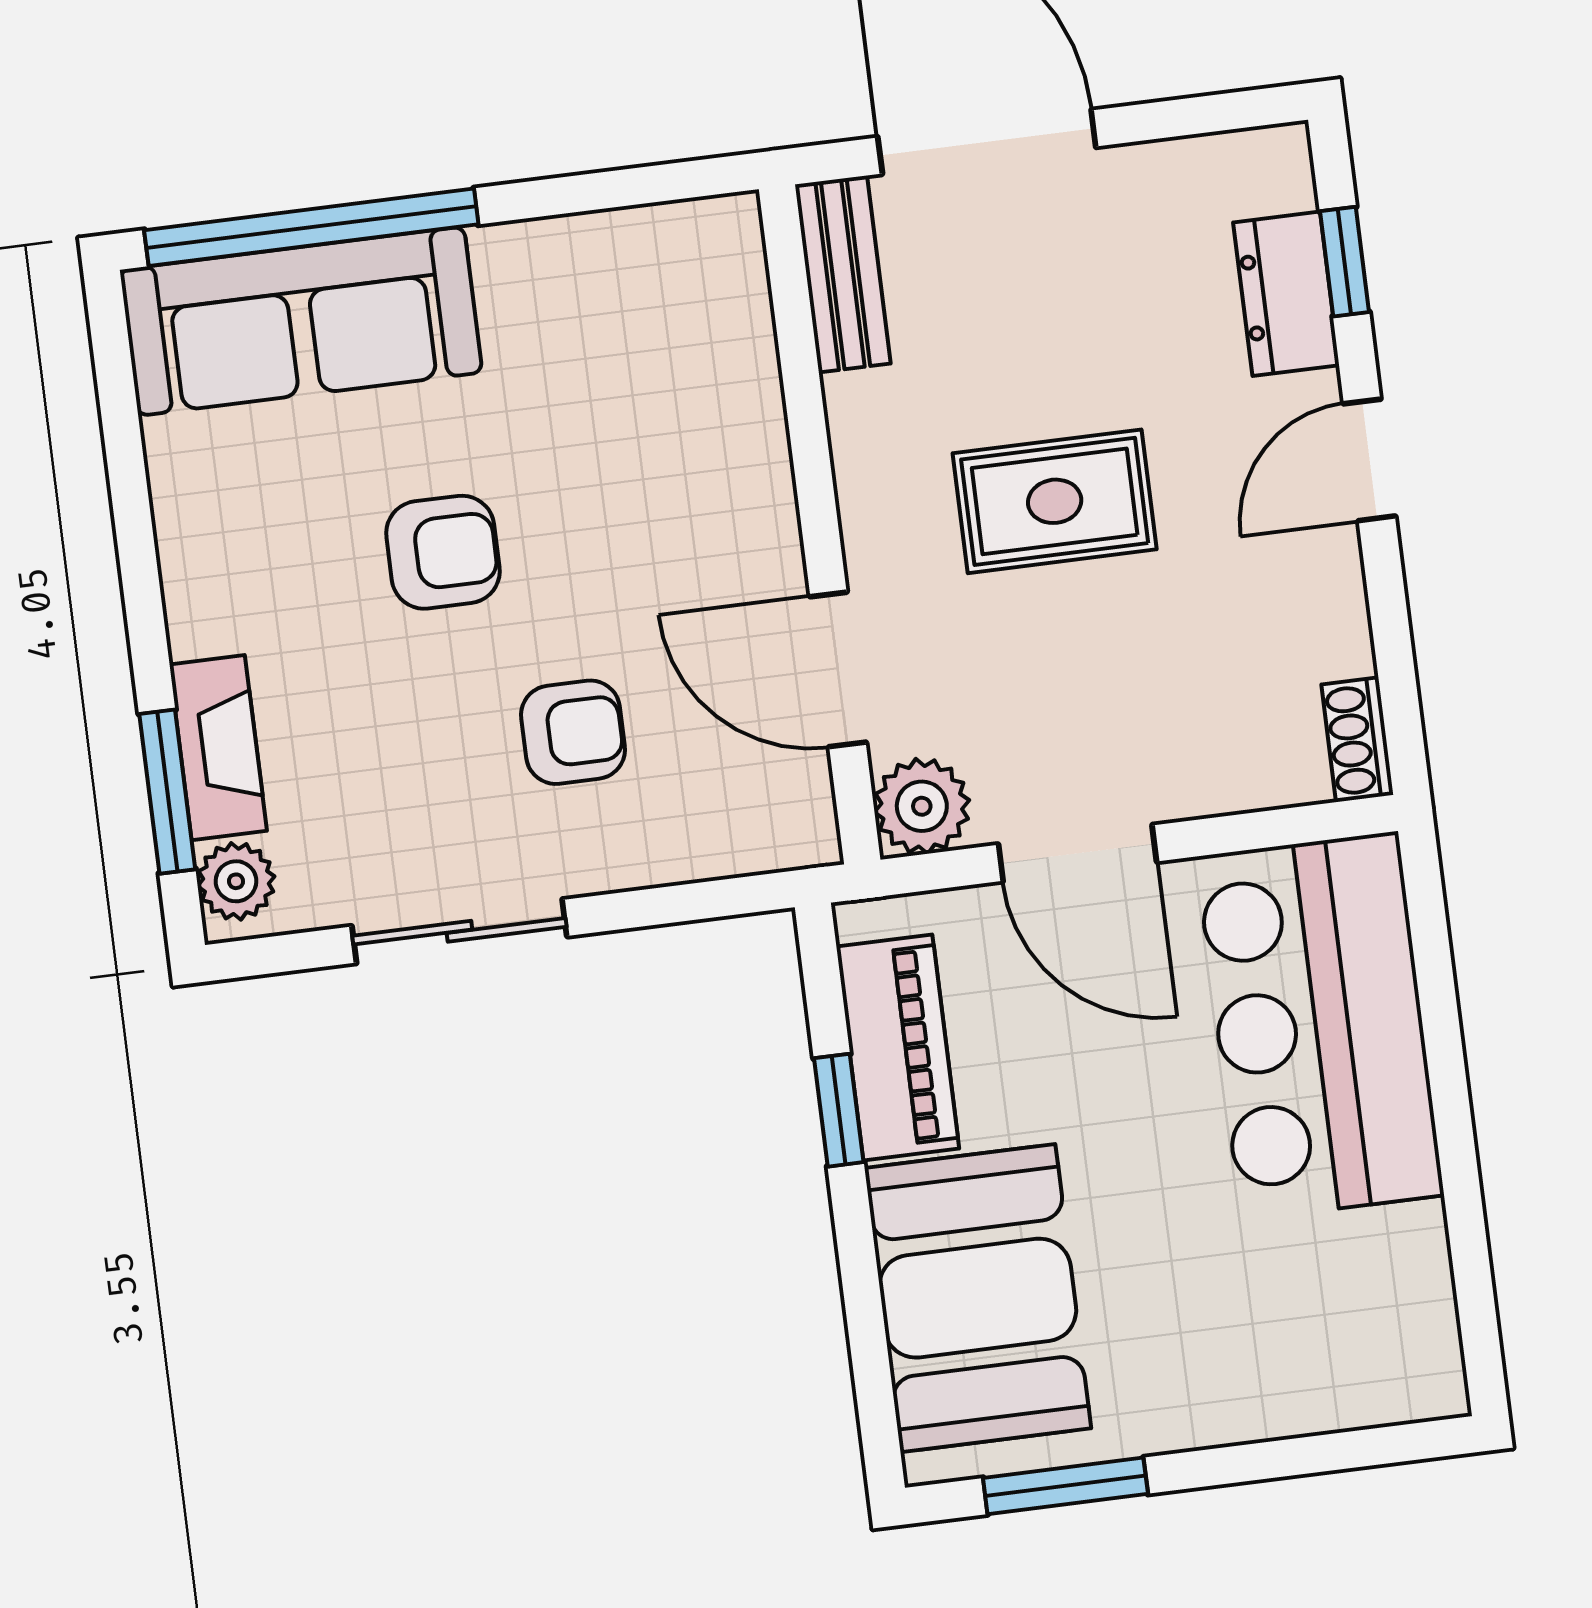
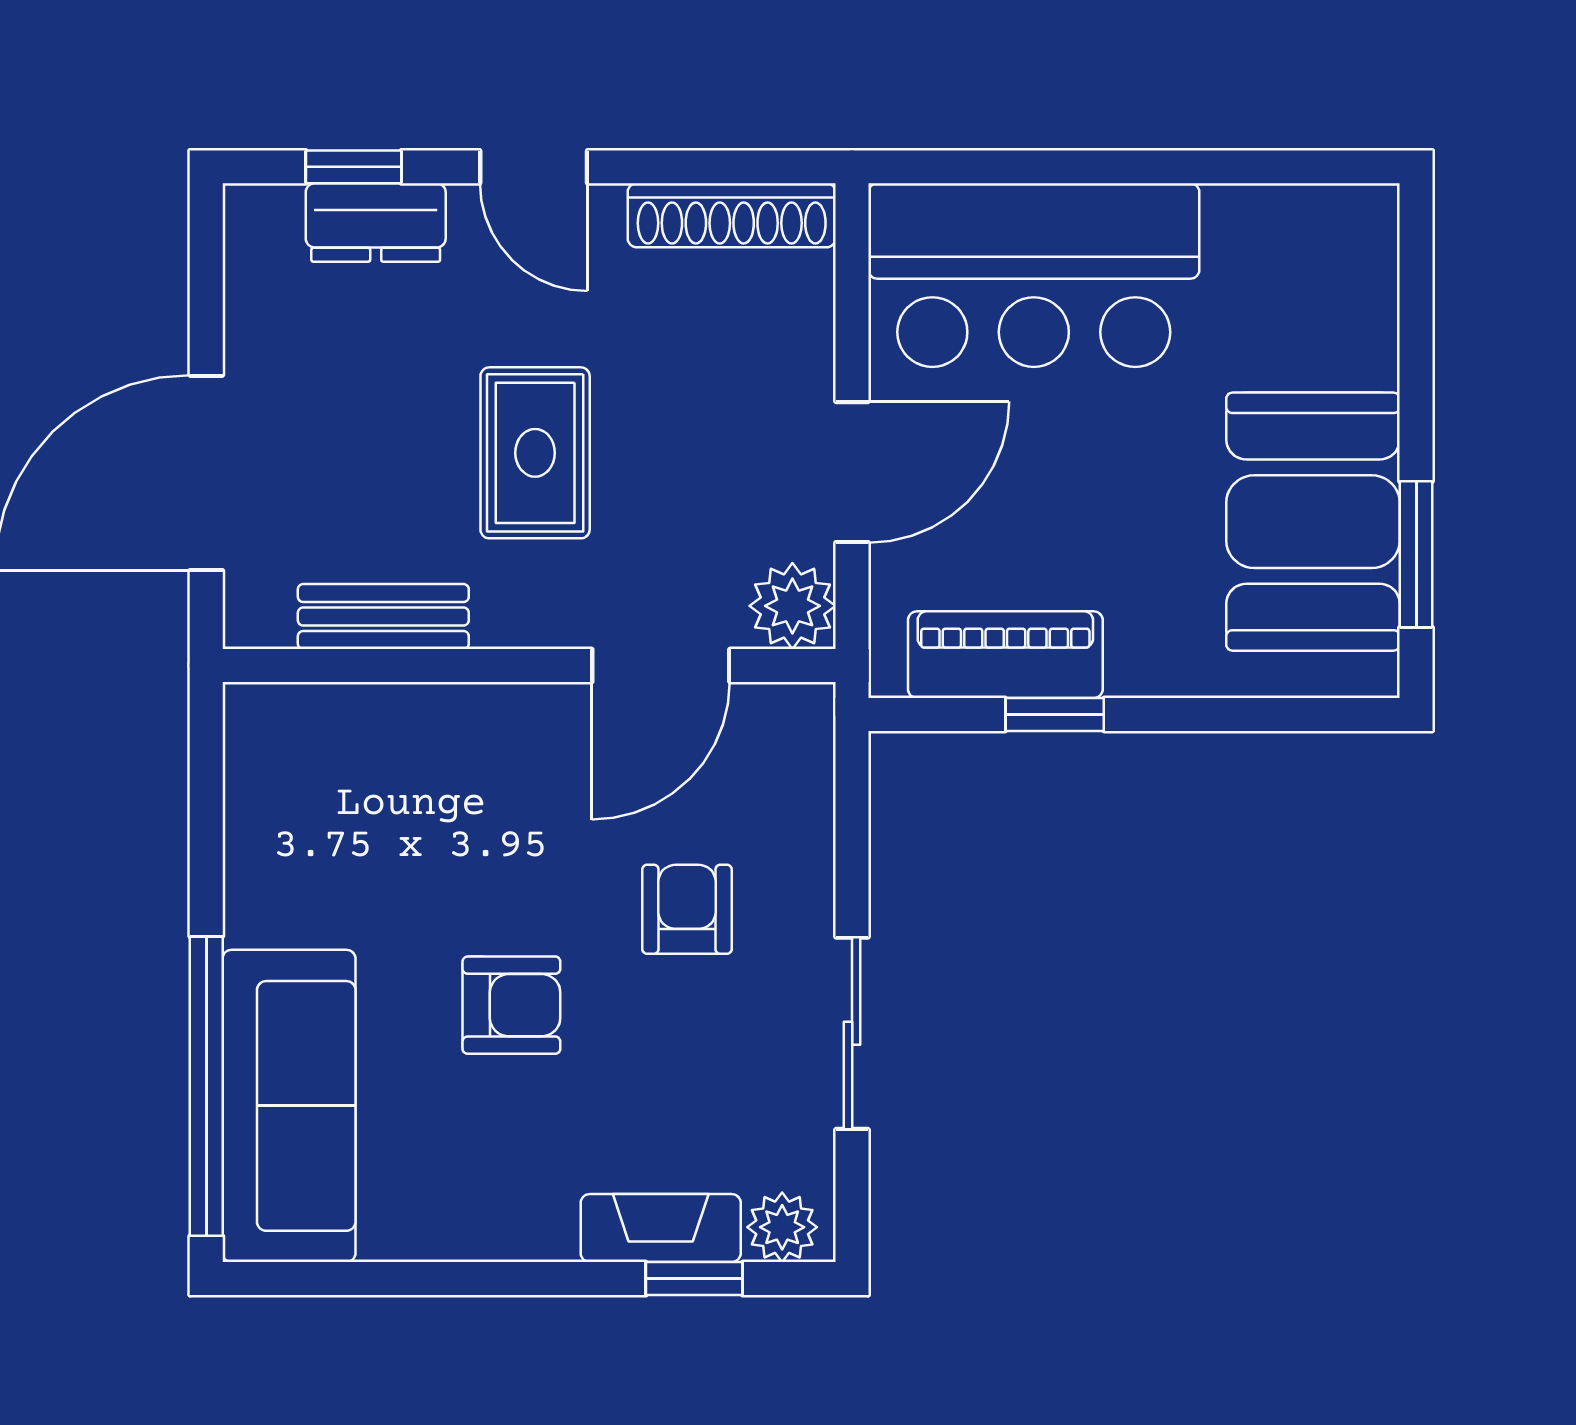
bench: (843, 274) -> (383, 617), moved
armchair: (443, 552) -> (511, 1005), turned 90
shoe rack: (1357, 740) -> (732, 215), width x1.94, depth x1.24
window: (167, 792) -> (694, 1279), width x0.67
booth: (978, 1298) -> (1313, 522), moved, turned 90

